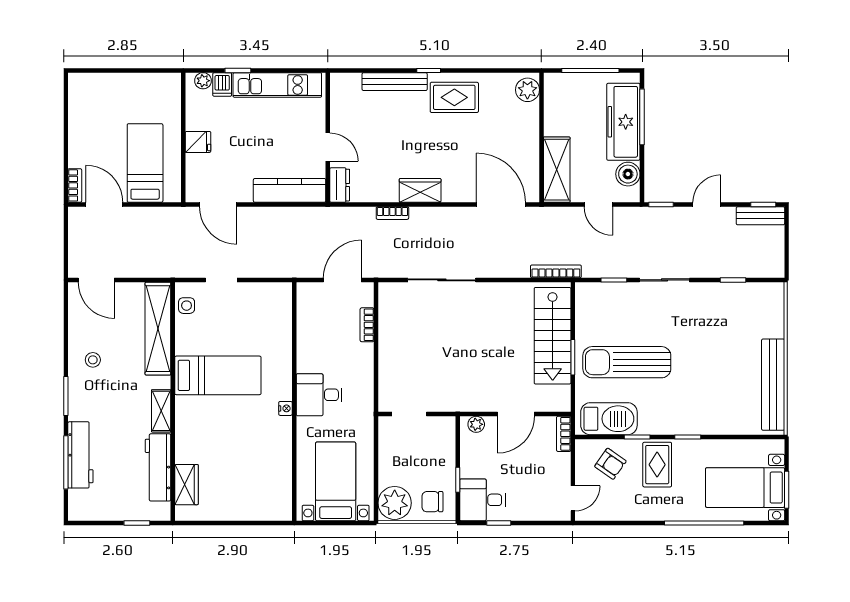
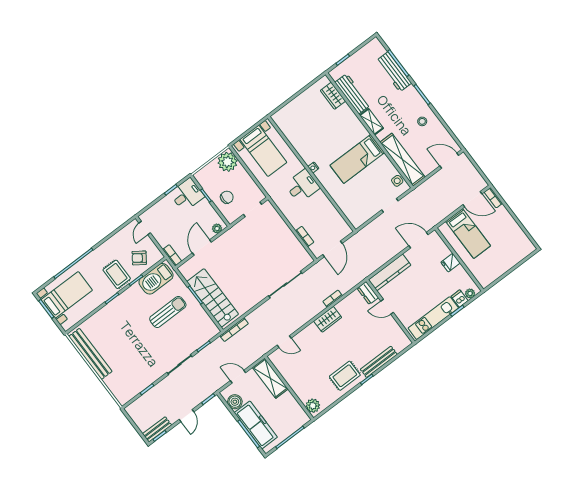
door: (501, 205) -> (284, 342), width x0.53
sun lounger: (627, 362) -> (168, 312), width x0.73, depth x0.75
chair: (432, 502) -> (227, 197), moved

